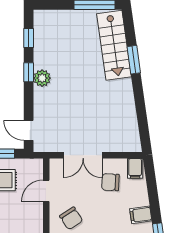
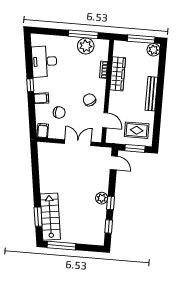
window: (134, 60) -> (38, 217), moved
chair: (110, 182) -> (59, 113), moved
door: (46, 191) -> (105, 120), hinge flipped

